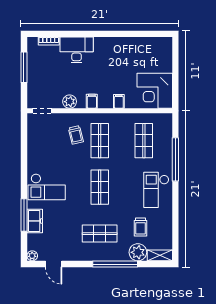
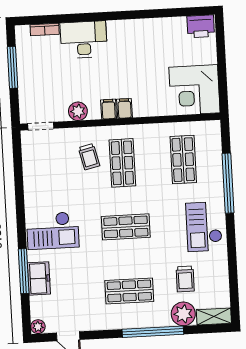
printer: (162, 45) -> (201, 26), added
filing cabinet: (119, 101) -> (125, 108), moved
shop shelf: (100, 187) -> (126, 227), turned 90

